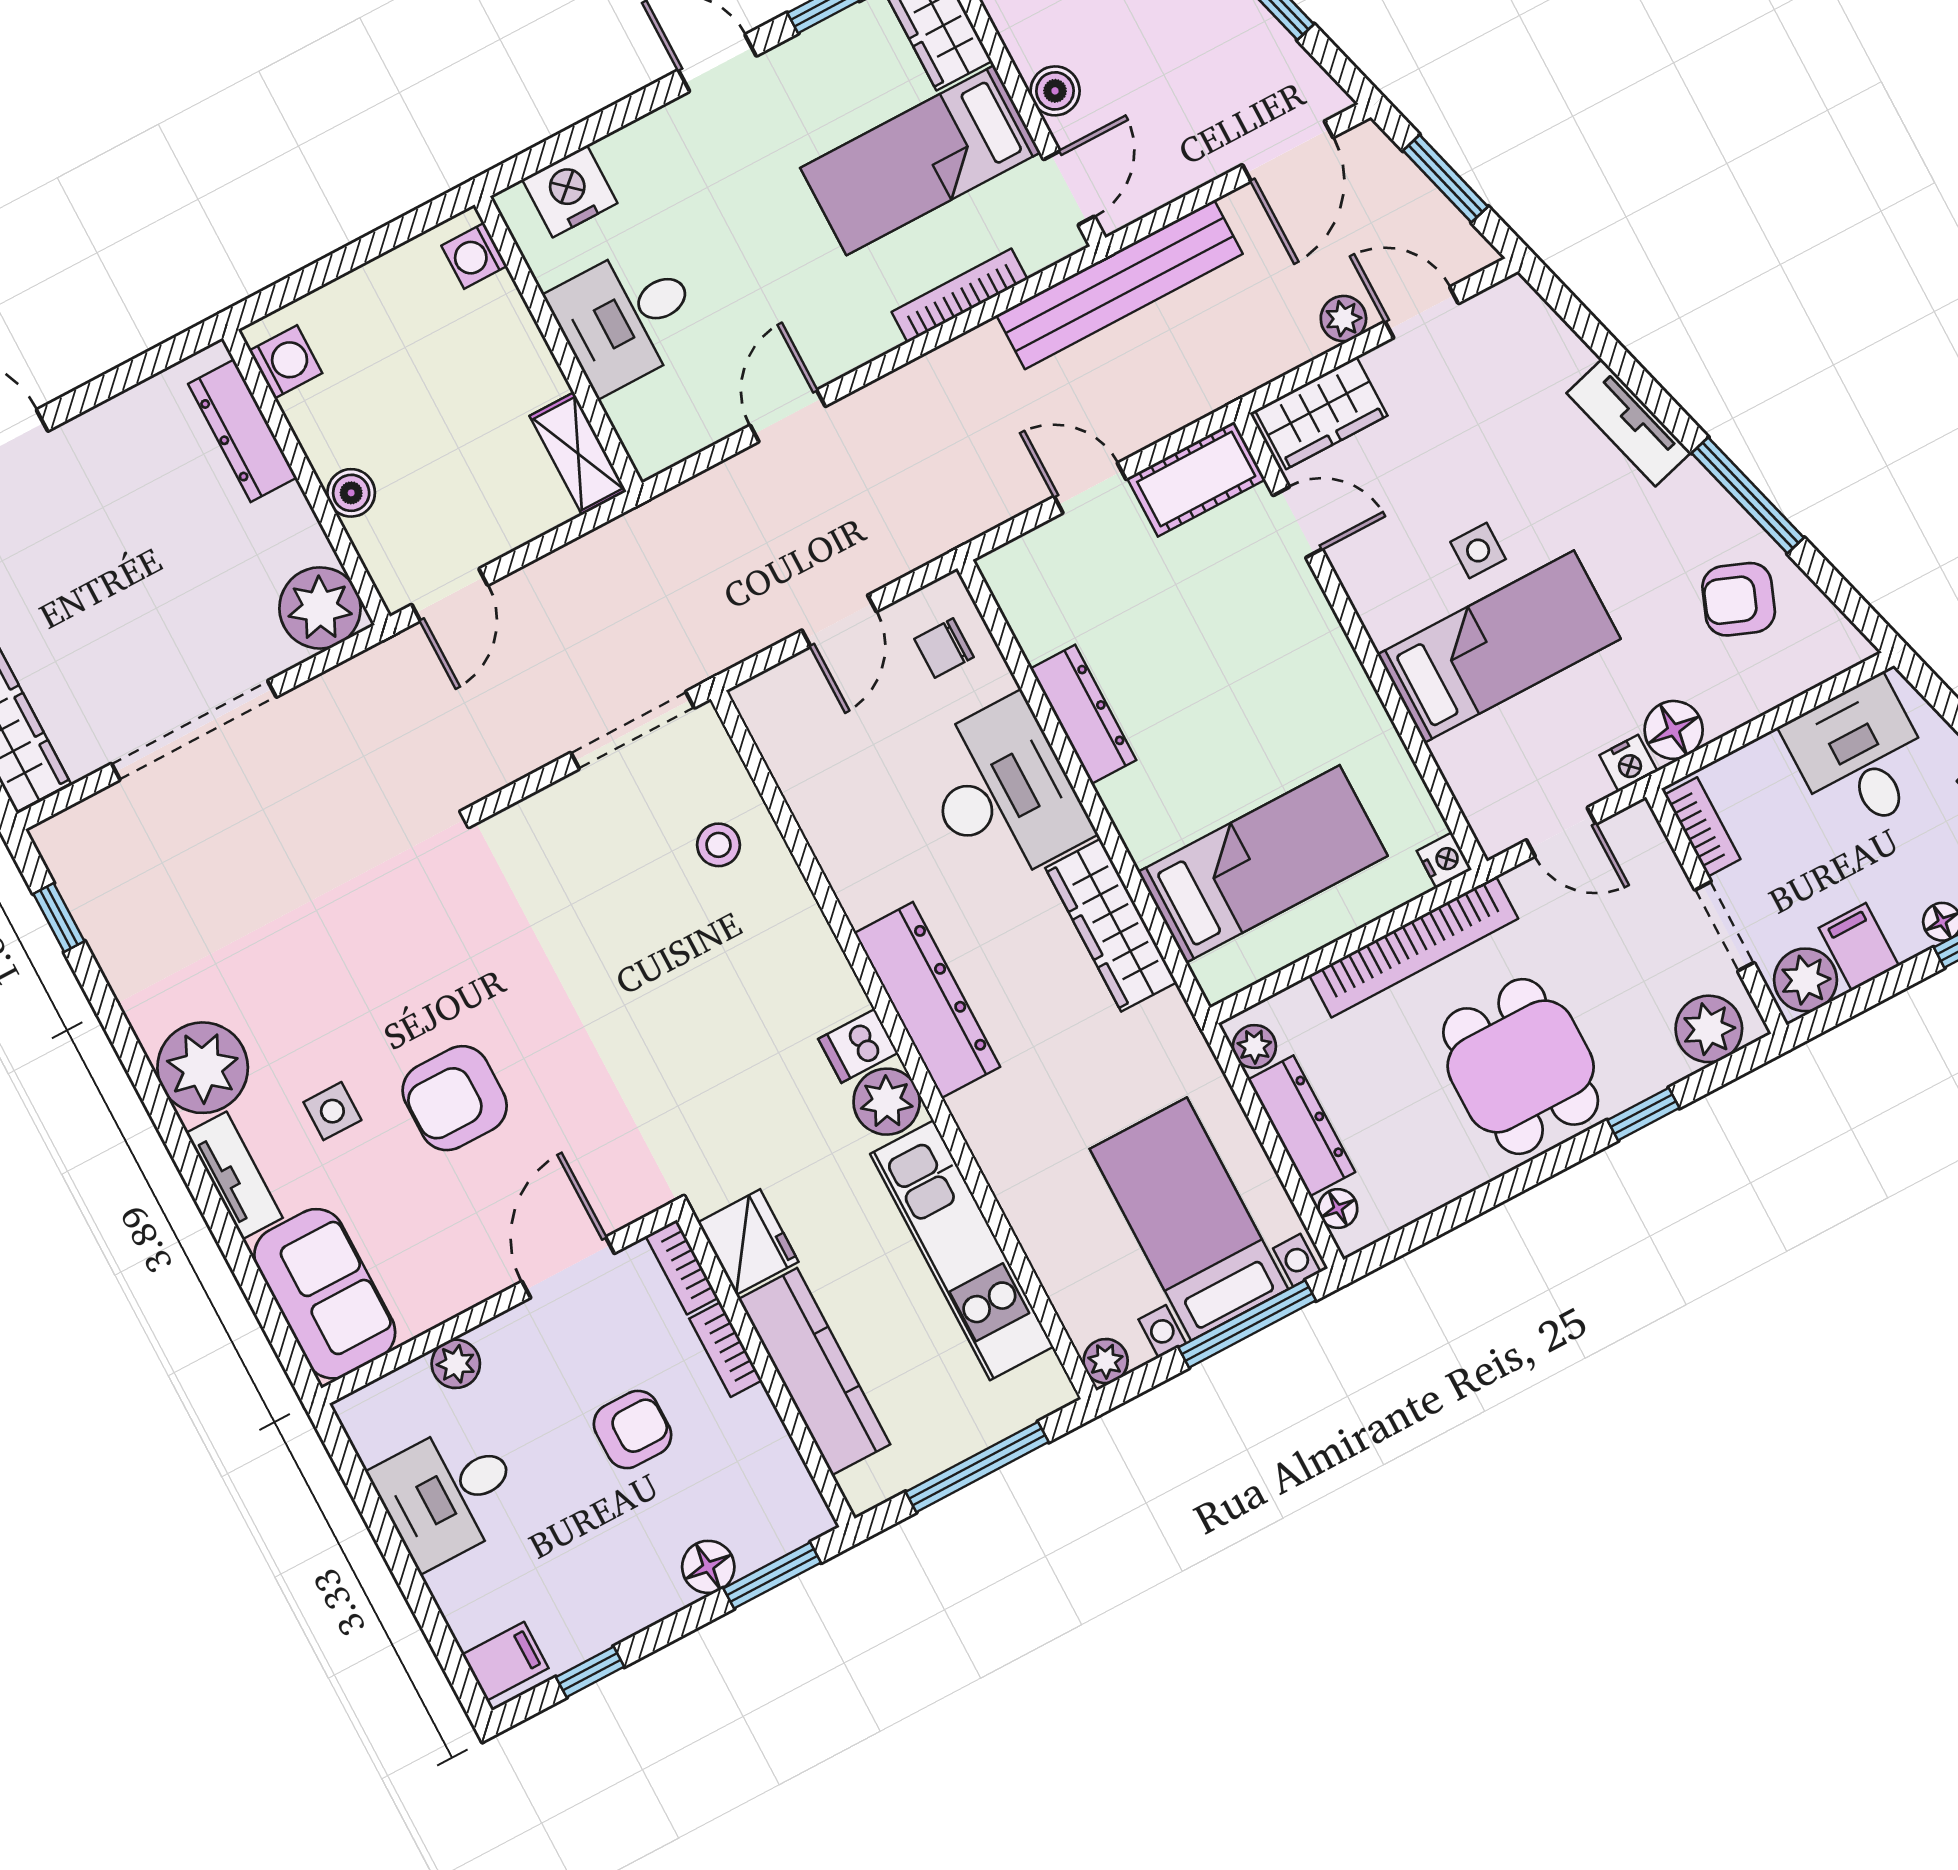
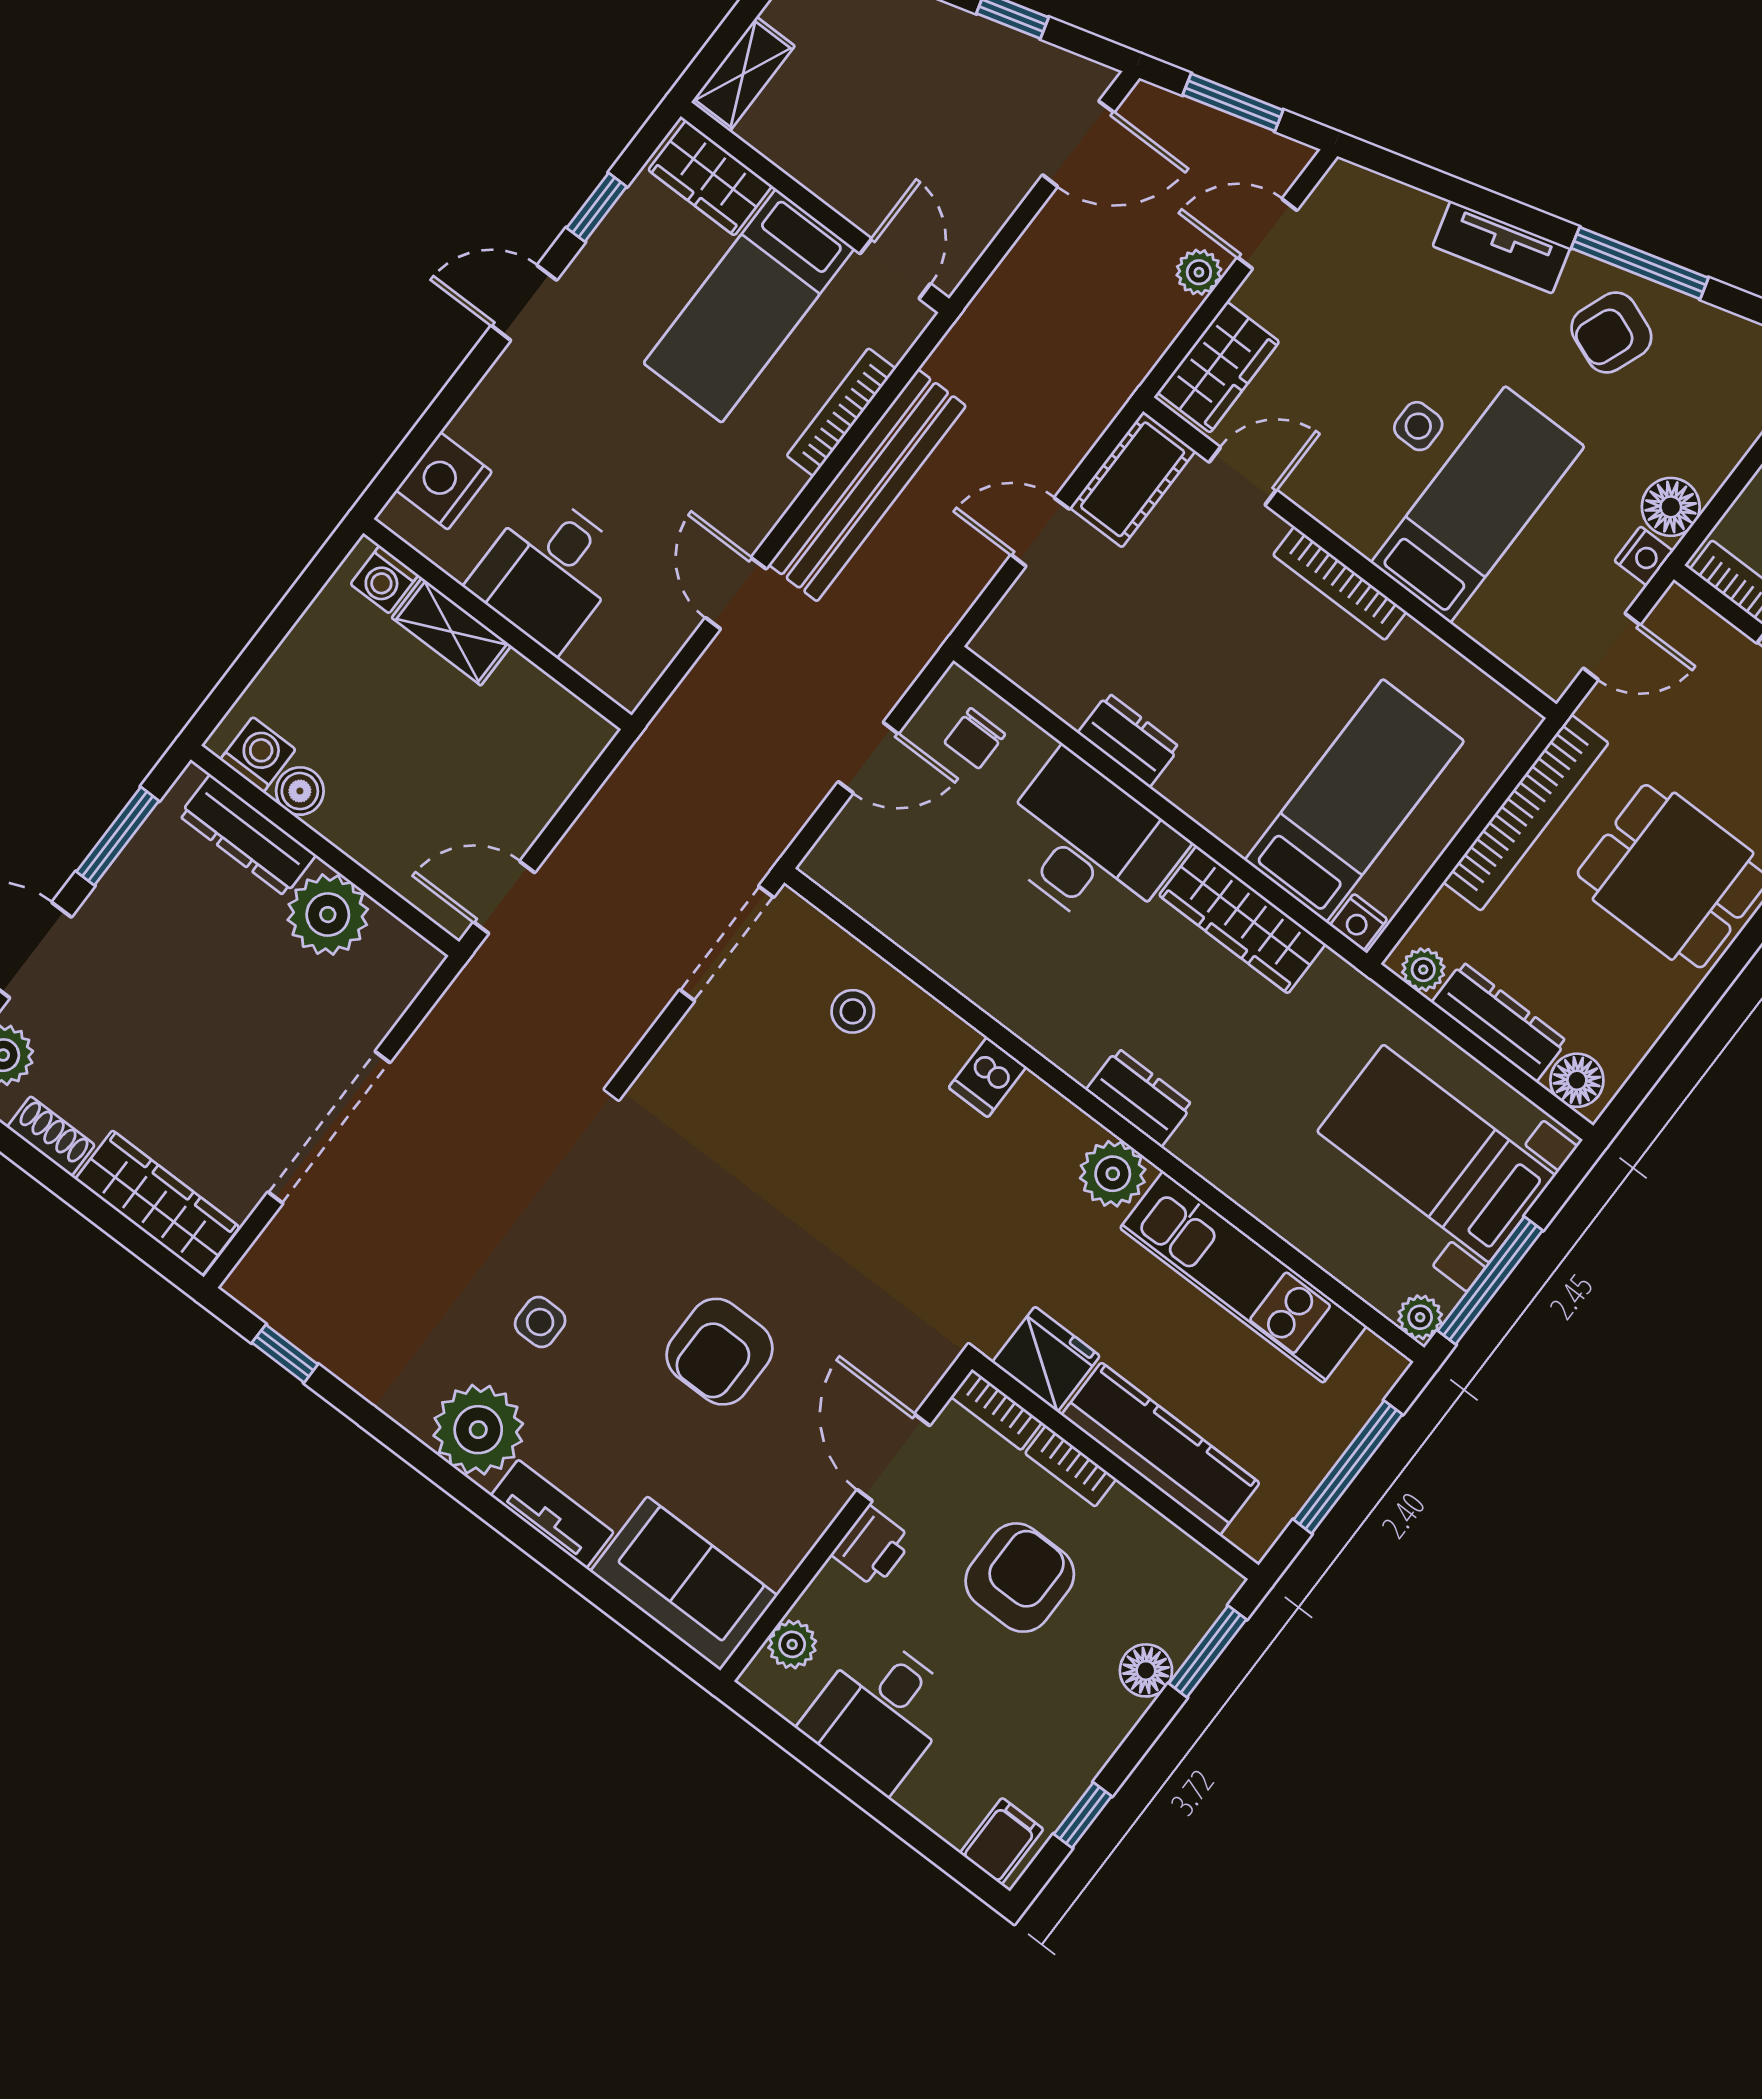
boiler: (1055, 91) -> (842, 187), removed
door: (1288, 151) -> (1078, 144), hinge flipped
bench: (1120, 285) -> (867, 485), moved
window: (124, 377) -> (118, 836), added
shelving: (578, 454) -> (452, 632), moved
boiler: (351, 493) -> (300, 791), moved
door: (450, 595) -> (504, 897), swing flipped
armchair: (1739, 599) -> (1611, 332), moved
plant: (320, 608) -> (328, 915), moved
door: (839, 621) -> (868, 758), hinge flipped
bookcase: (1341, 660) -> (1340, 583), added
dresser: (1083, 714) -> (1129, 740), width x0.70
nightstand: (1444, 860) -> (1359, 922), moved, turned 180
dresser: (927, 1000) -> (1139, 1097), width x0.51, depth x0.80
dishwasher: (858, 1046) -> (987, 1077), moved
side table: (332, 1111) -> (540, 1322), moved
floor lamp: (1338, 1209) -> (1577, 1080), width x1.37, depth x1.37
window: (1247, 1324) -> (1490, 1281), moved
printer: (512, 1340) -> (872, 1547), added
plant: (456, 1364) -> (792, 1644), moved
armchair: (633, 1429) -> (1020, 1578), width x1.38, depth x1.38

